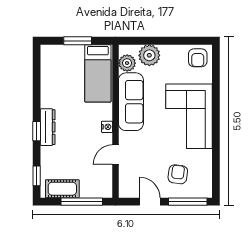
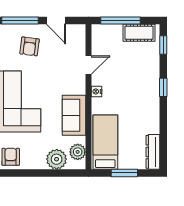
sofa: (131, 102) -> (74, 115), width x0.73
dresser: (48, 127) -> (153, 152), moved

